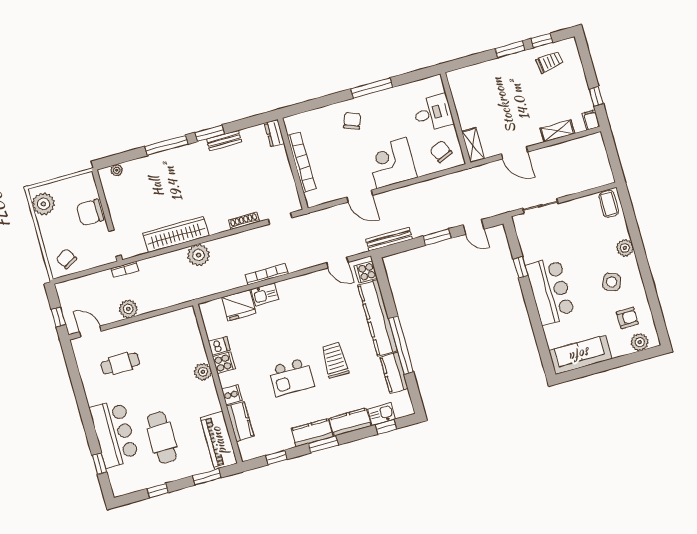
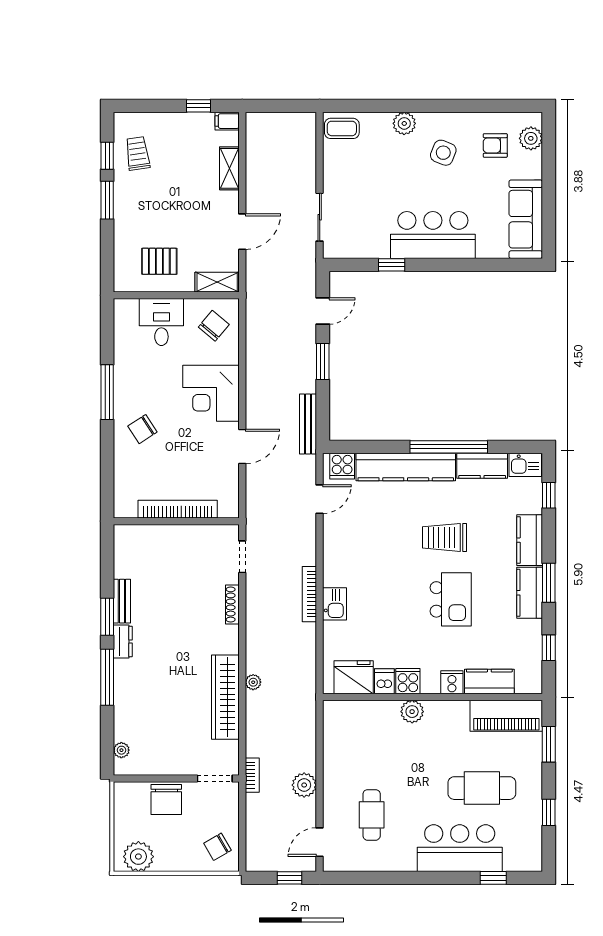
pallet: (476, 99) -> (159, 261), added
chair: (352, 121) -> (142, 429), turned -54
dresser: (274, 134) -> (123, 641), moved, turned -90
chair: (441, 151) -> (214, 326), turned 153
plant: (198, 255) -> (253, 682), width x0.53, depth x0.53
fridge: (239, 305) -> (354, 677), moved, turned -90
armchair: (627, 318) -> (495, 145), turned -89
kitchen sink: (381, 414) -> (525, 465), moved, turned -90

